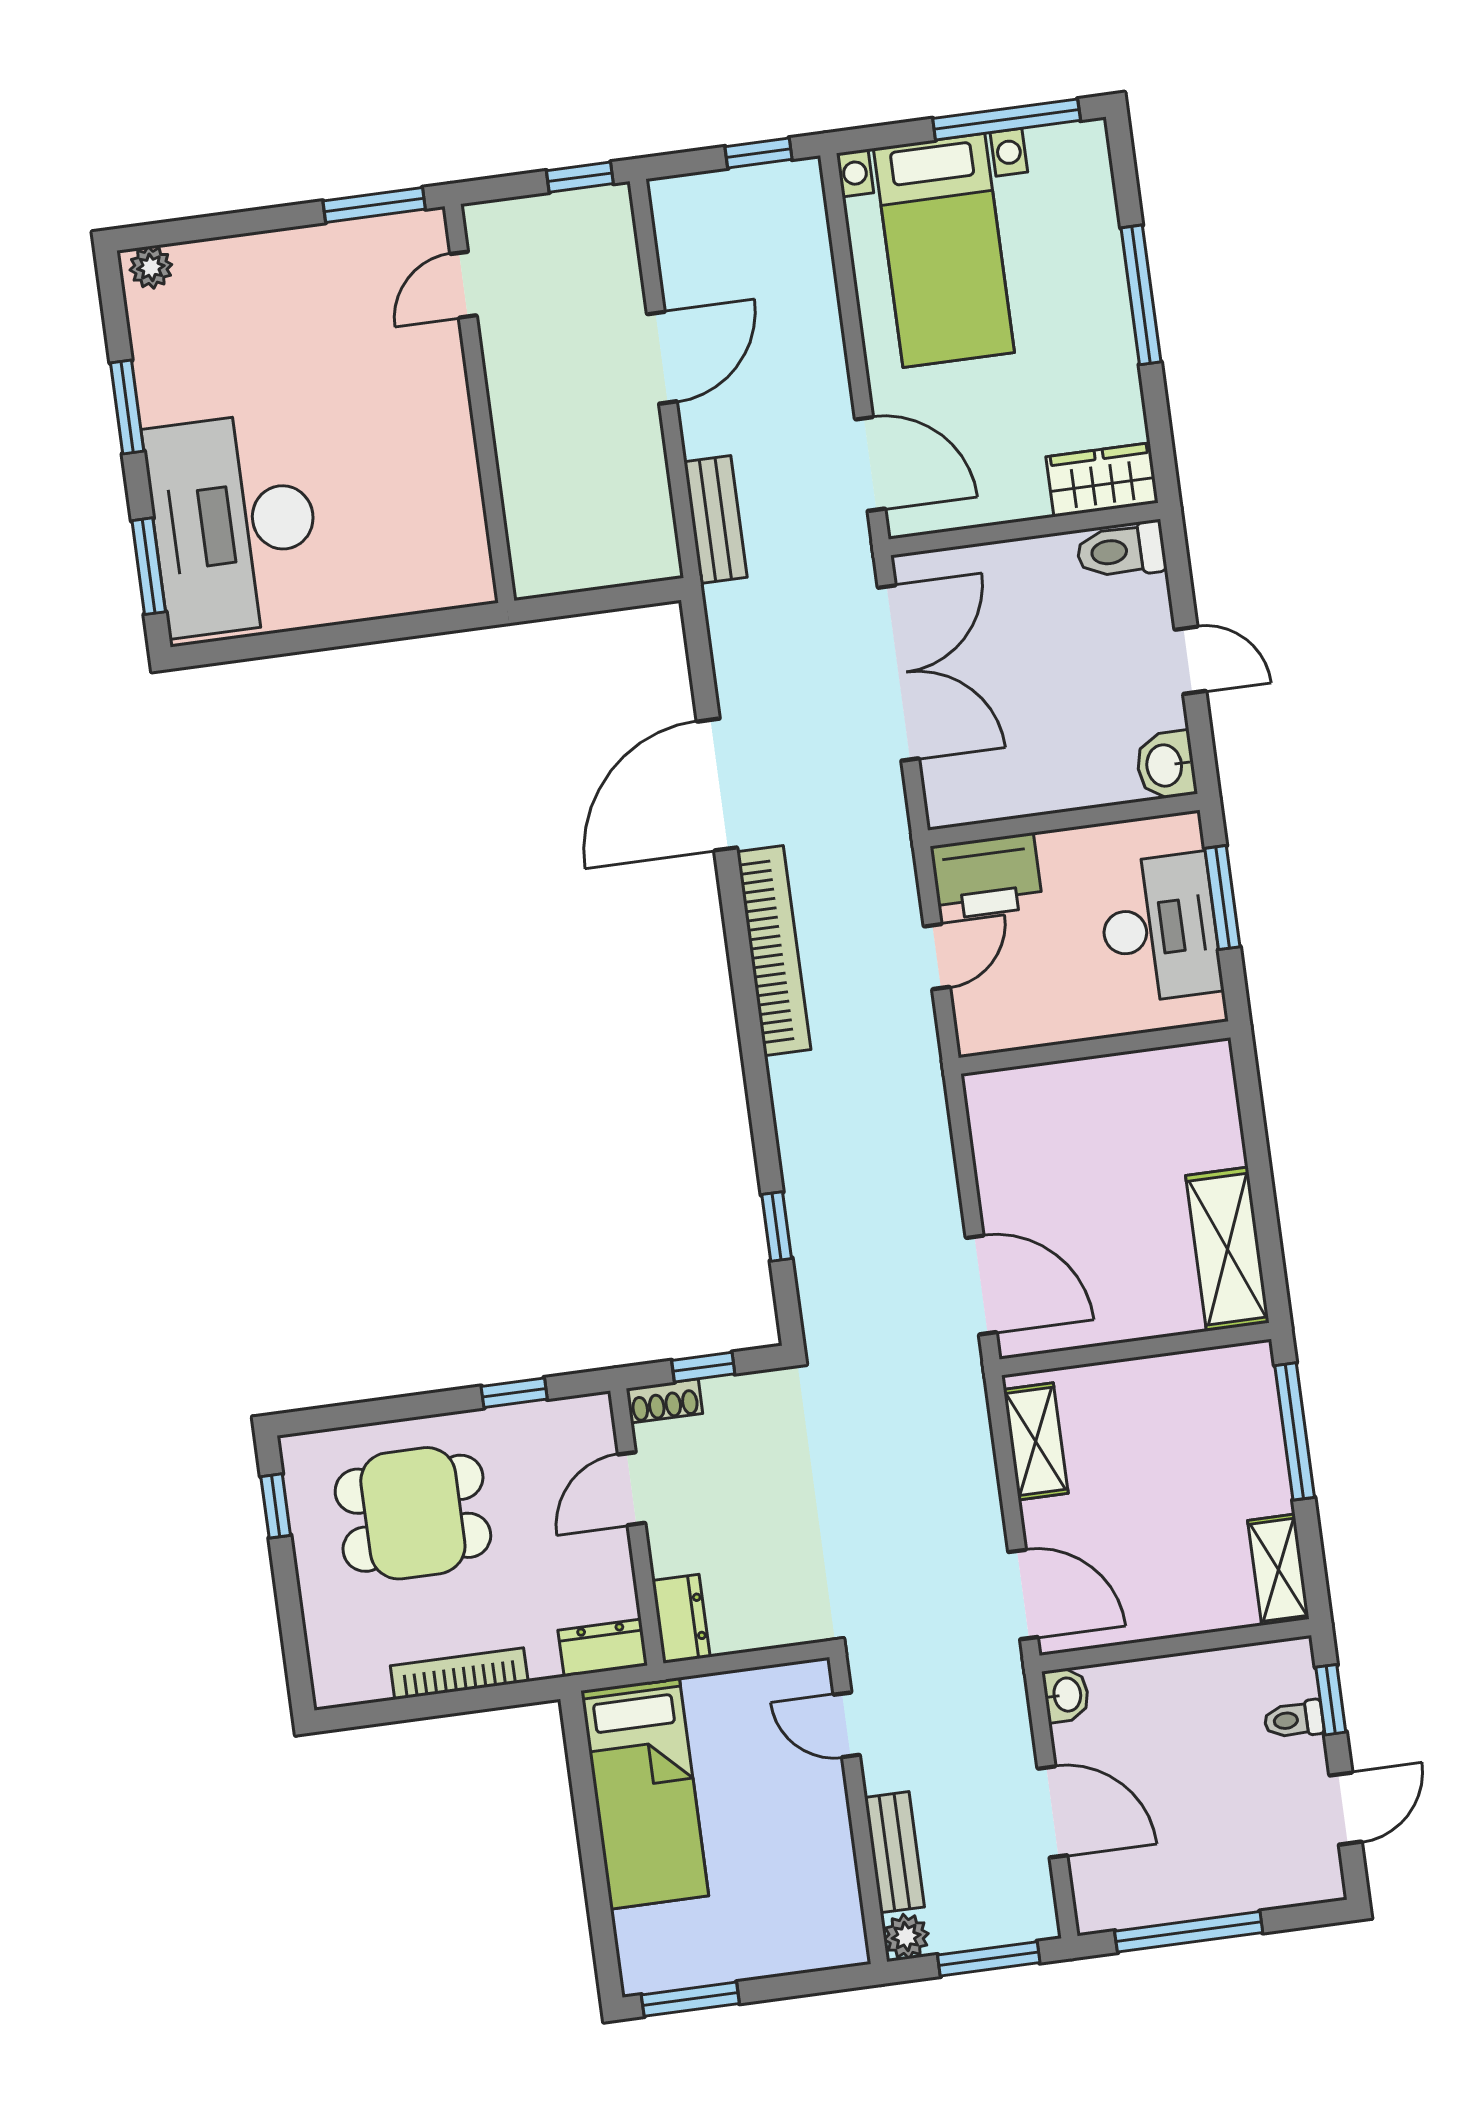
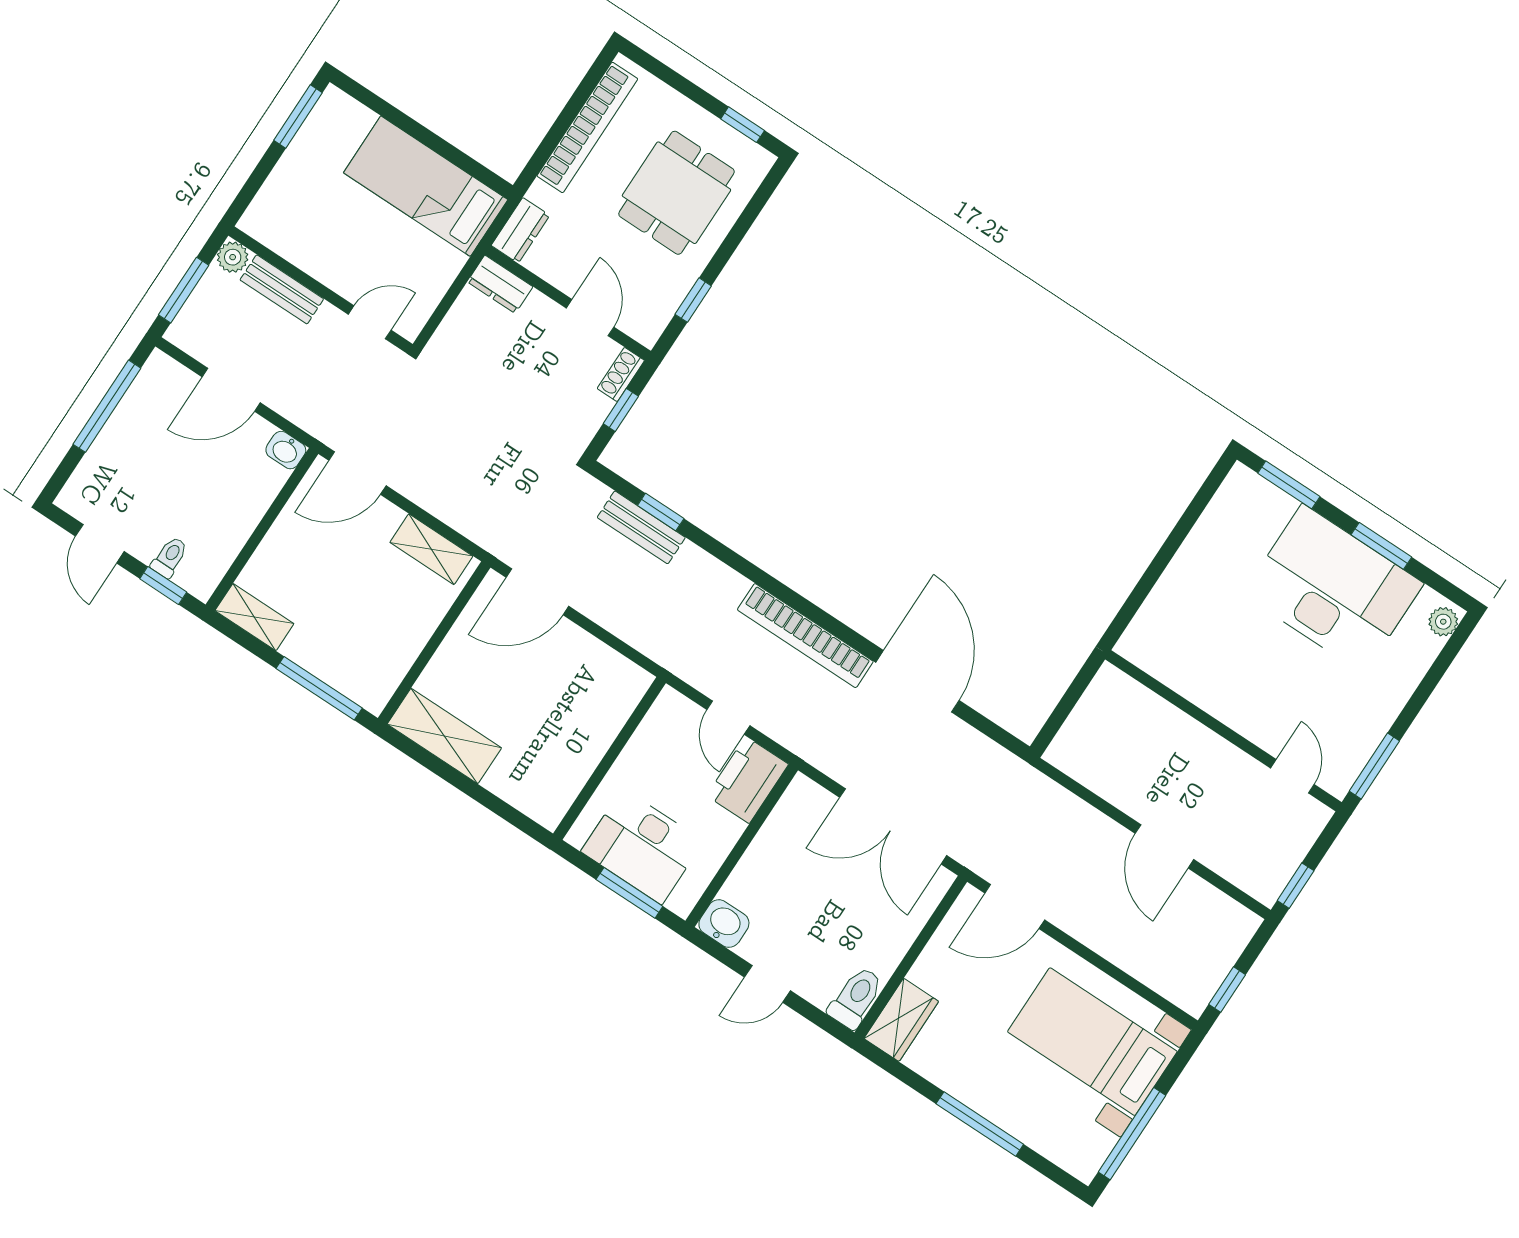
bench: (716, 520) -> (641, 527), moved
desk: (234, 524) -> (1333, 589), moved
bookcase: (459, 1674) -> (587, 127), width x1.48, depth x1.31

